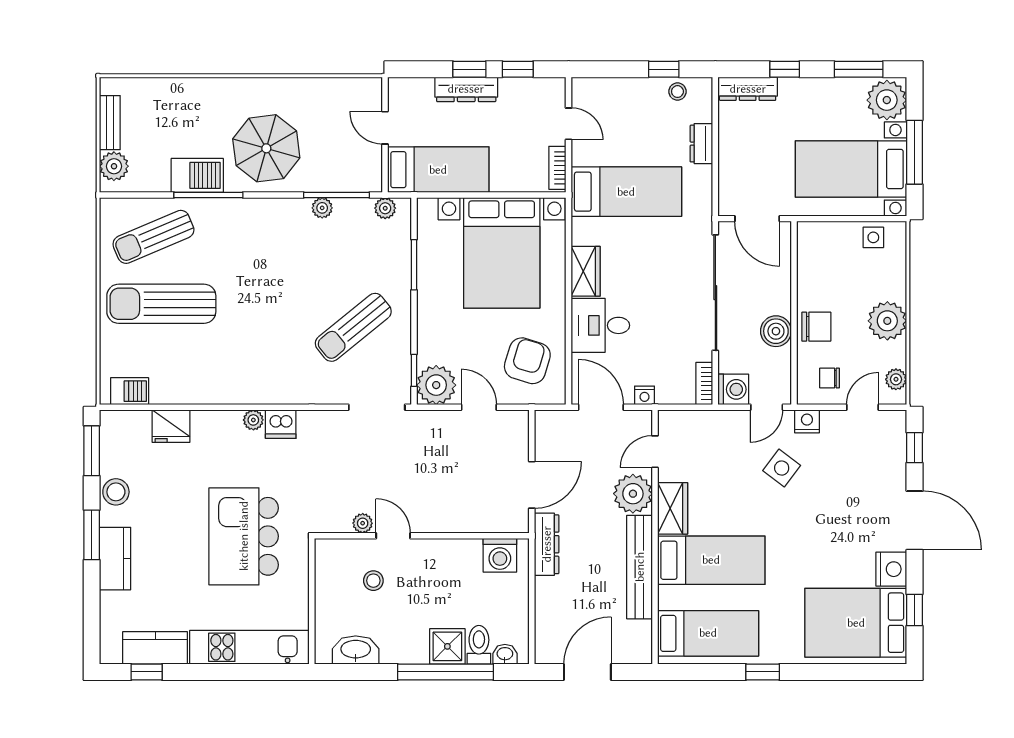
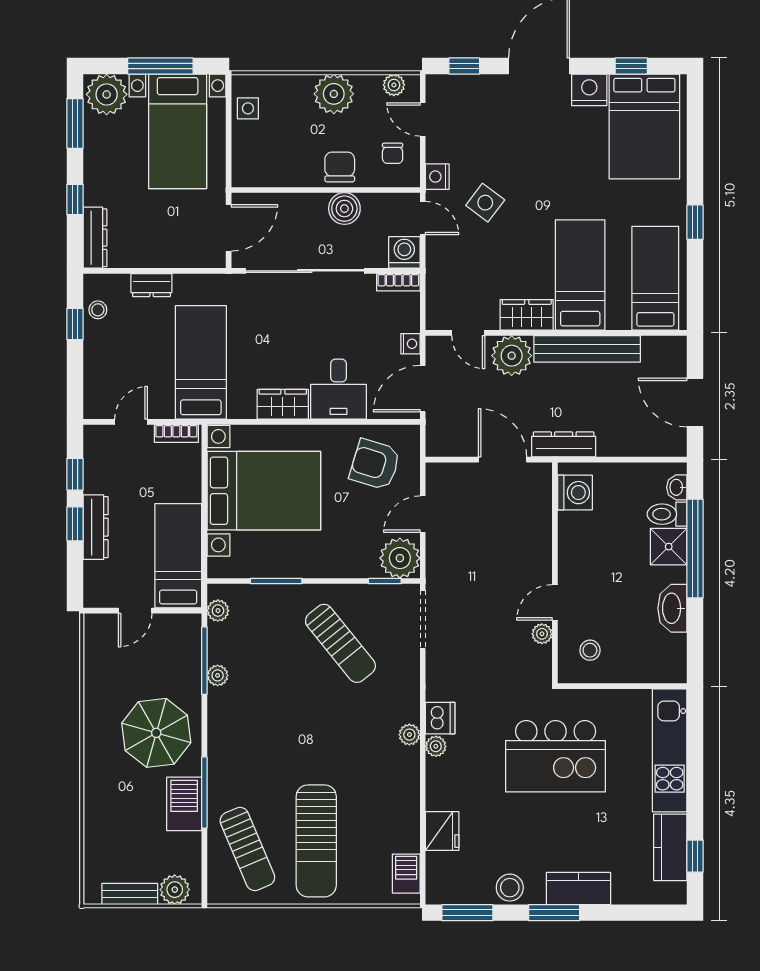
plant: (265, 394) -> (409, 735), added
stool: (373, 581) -> (590, 650), moved
washbasin: (356, 650) -> (672, 608), moved

